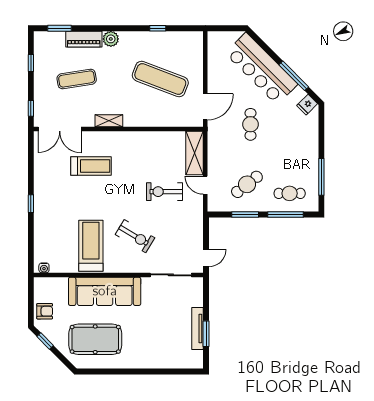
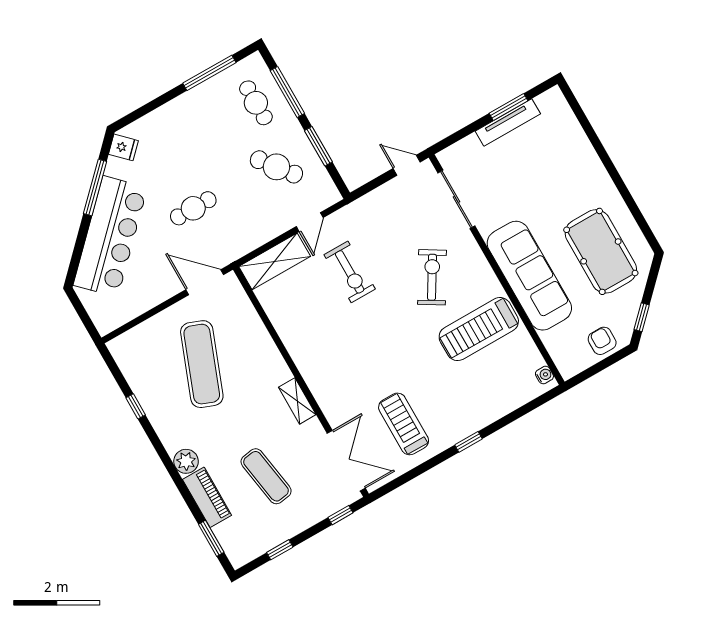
treadmill: (91, 166) -> (404, 424), moved

